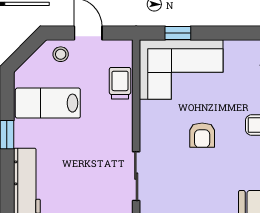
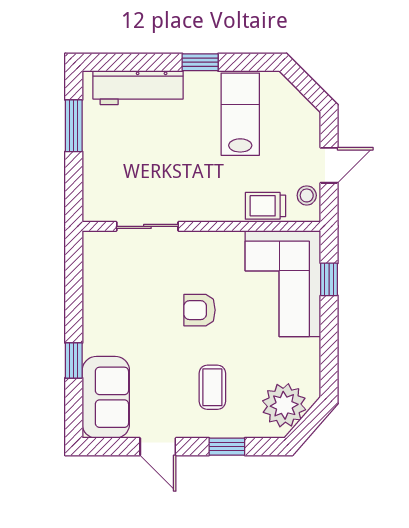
stool: (61, 54) -> (307, 195), moved
trolley: (120, 83) -> (266, 206), turned 180

